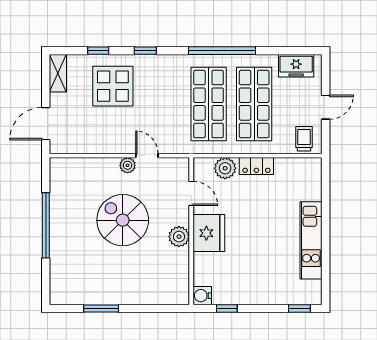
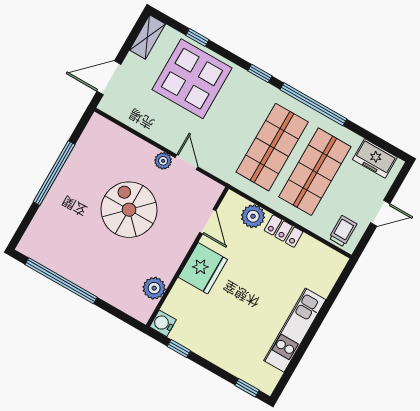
window: (145, 51) -> (260, 73), moved
display table: (113, 86) -> (192, 79), width x1.36, depth x1.36
plant: (179, 237) -> (154, 288), moved
window: (101, 308) -> (61, 281), width x2.11

